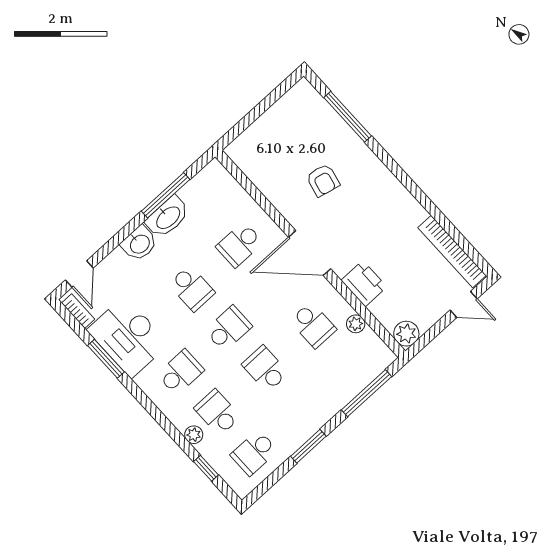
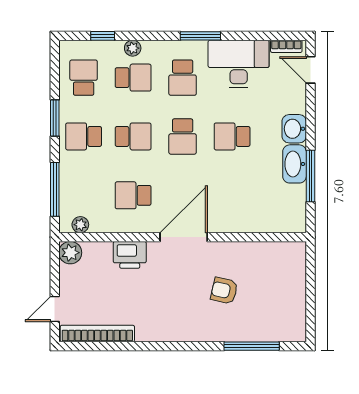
school desk: (240, 245) -> (84, 136), moved, turned -90
plant: (356, 324) -> (80, 225), moved
window: (106, 359) -> (200, 36), moved

